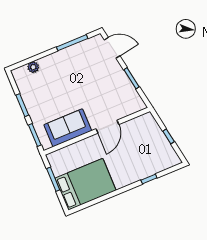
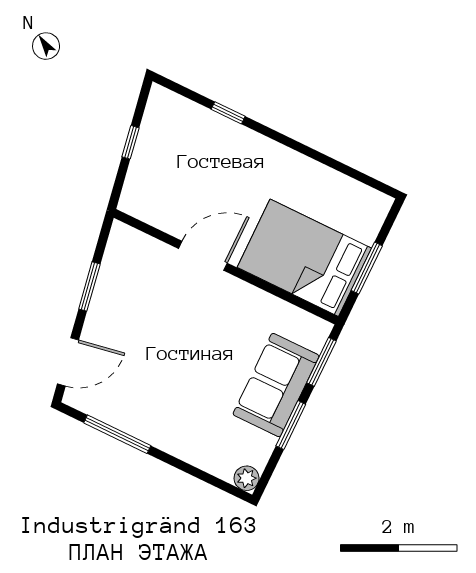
door: (112, 48) -> (68, 362), swing flipped
plant: (33, 67) -> (247, 478), moved
sofa: (68, 128) -> (276, 385), moved, turned 90
bed: (85, 184) -> (304, 258), moved

